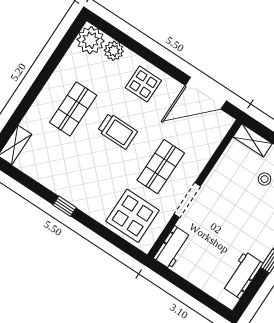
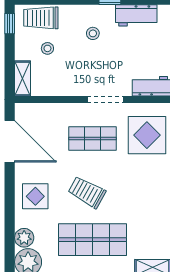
shop shelf: (73, 109) -> (92, 240), width x1.43, depth x1.36
trolley: (117, 131) -> (87, 192), turned -61
stool: (252, 227) -> (93, 33), added

